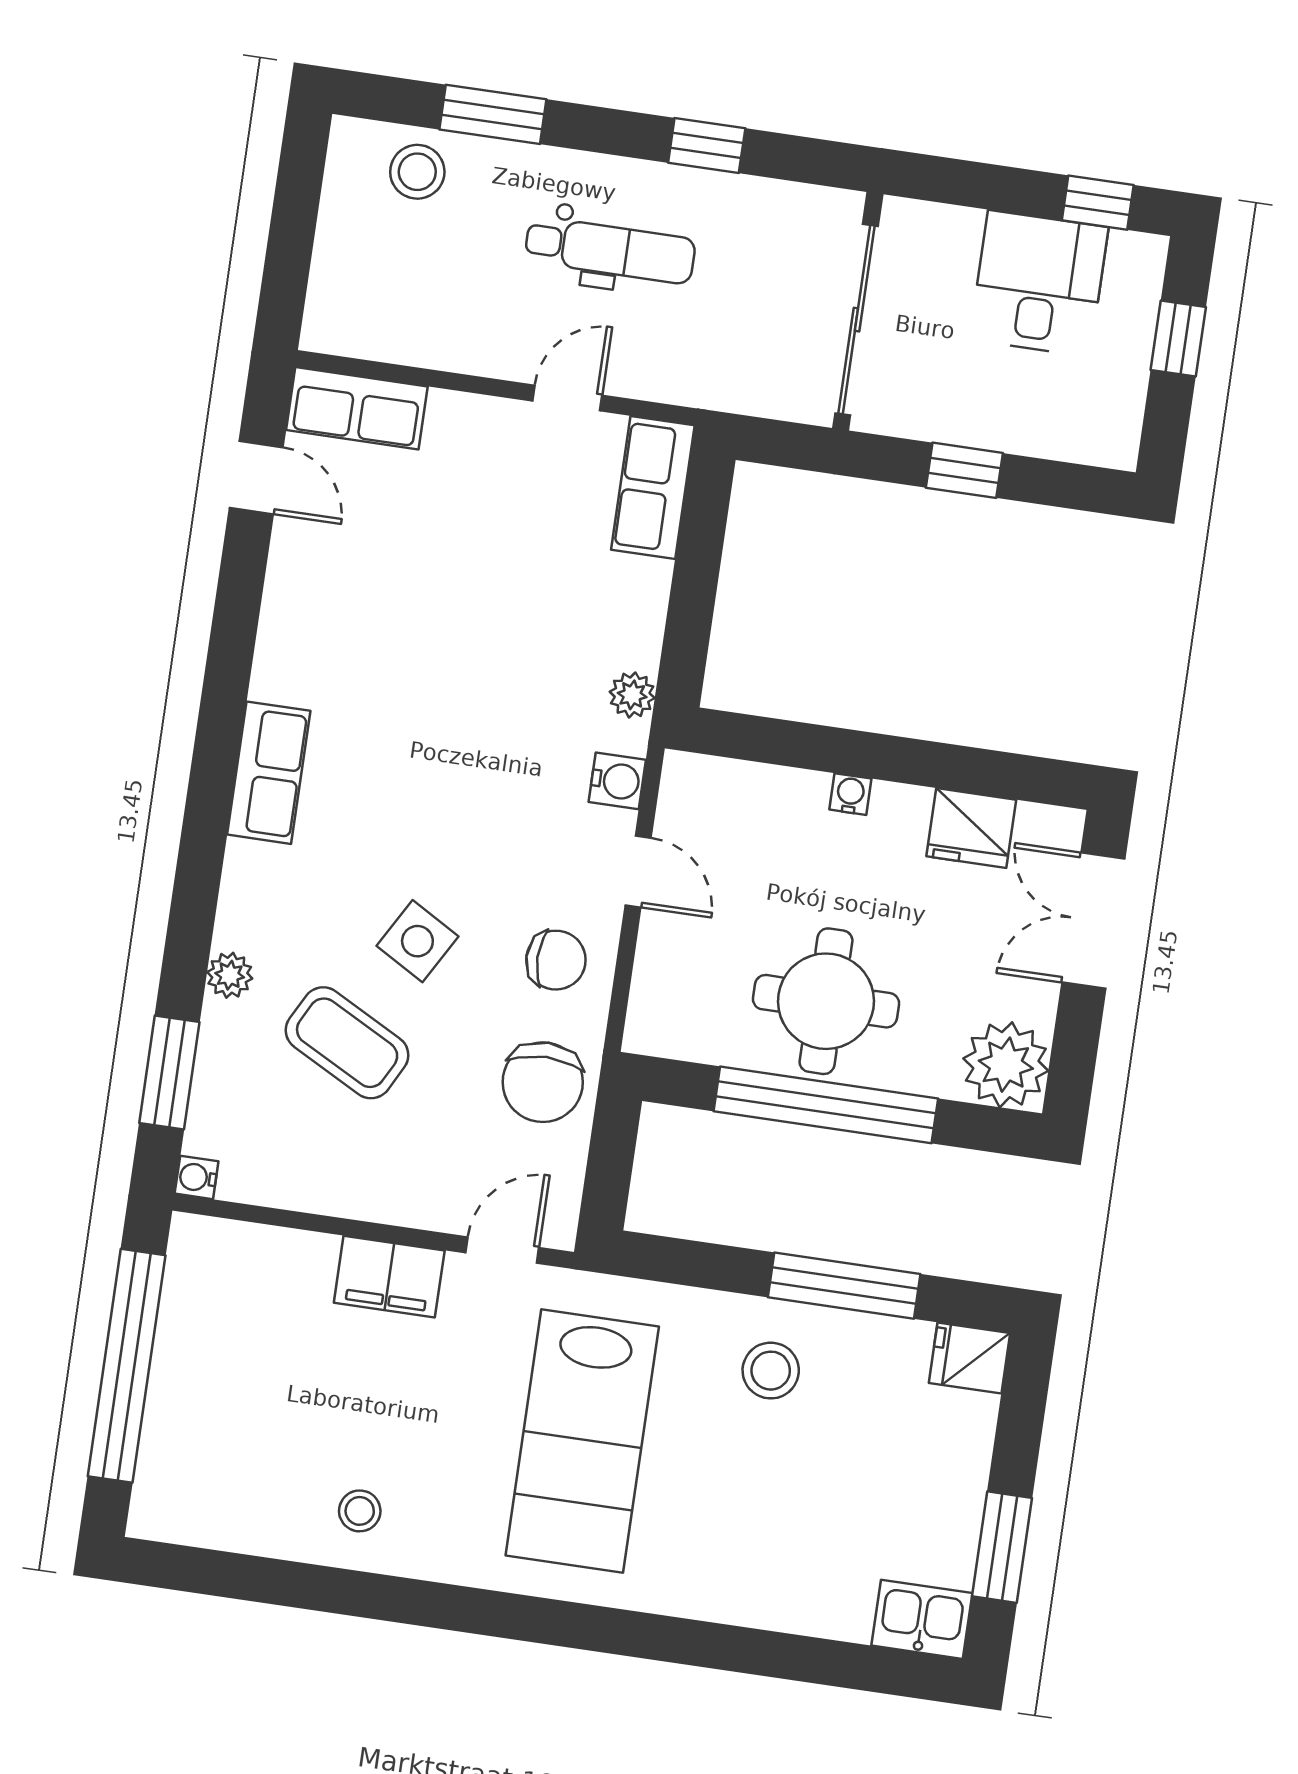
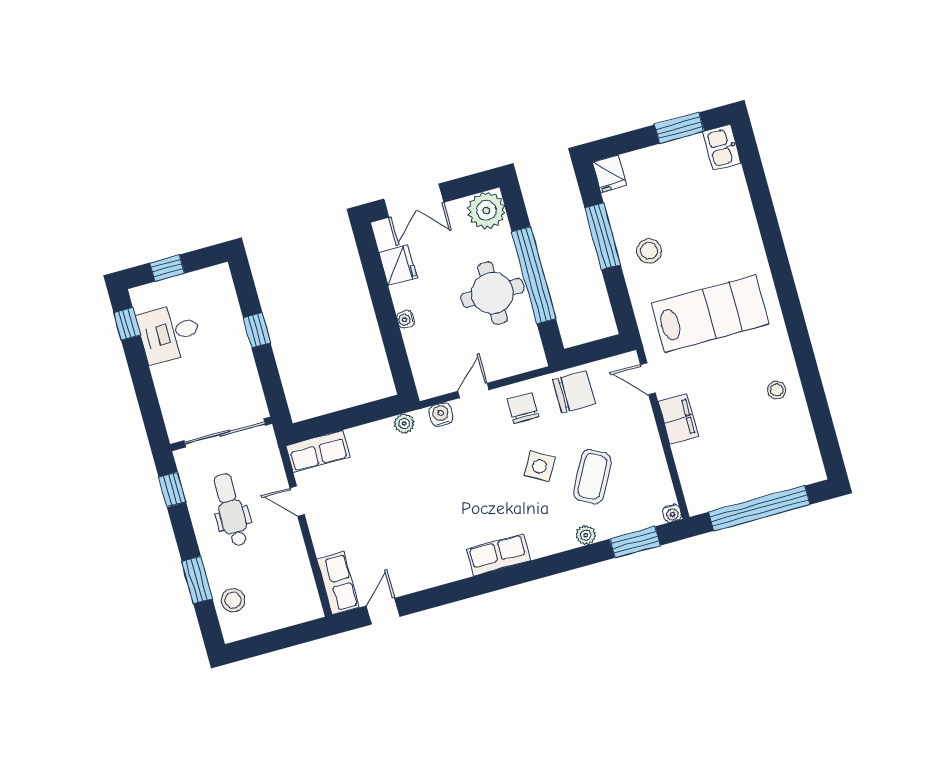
wall: (858, 311) -> (221, 434), moved
sliding door: (857, 320) -> (225, 433), moved

